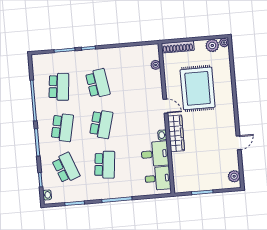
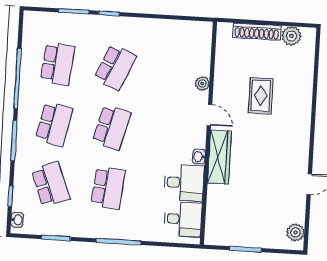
plant: (224, 42) -> (309, 34), removed
shoe rack: (178, 47) -> (257, 32), moved
plant: (156, 65) -> (202, 84), moved
school desk: (98, 83) -> (115, 67), turned 33
rug: (198, 88) -> (261, 96), width x0.54, depth x0.49

